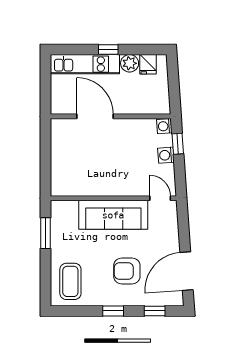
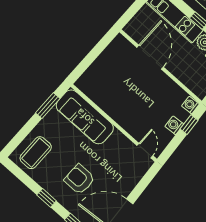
sofa: (113, 215) -> (85, 117), moved

